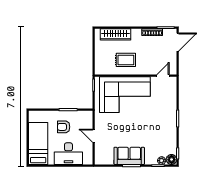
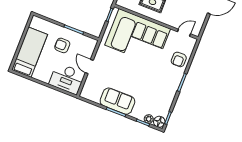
armchair: (167, 100) -> (179, 59), added
desk: (68, 154) -> (67, 79), moved

